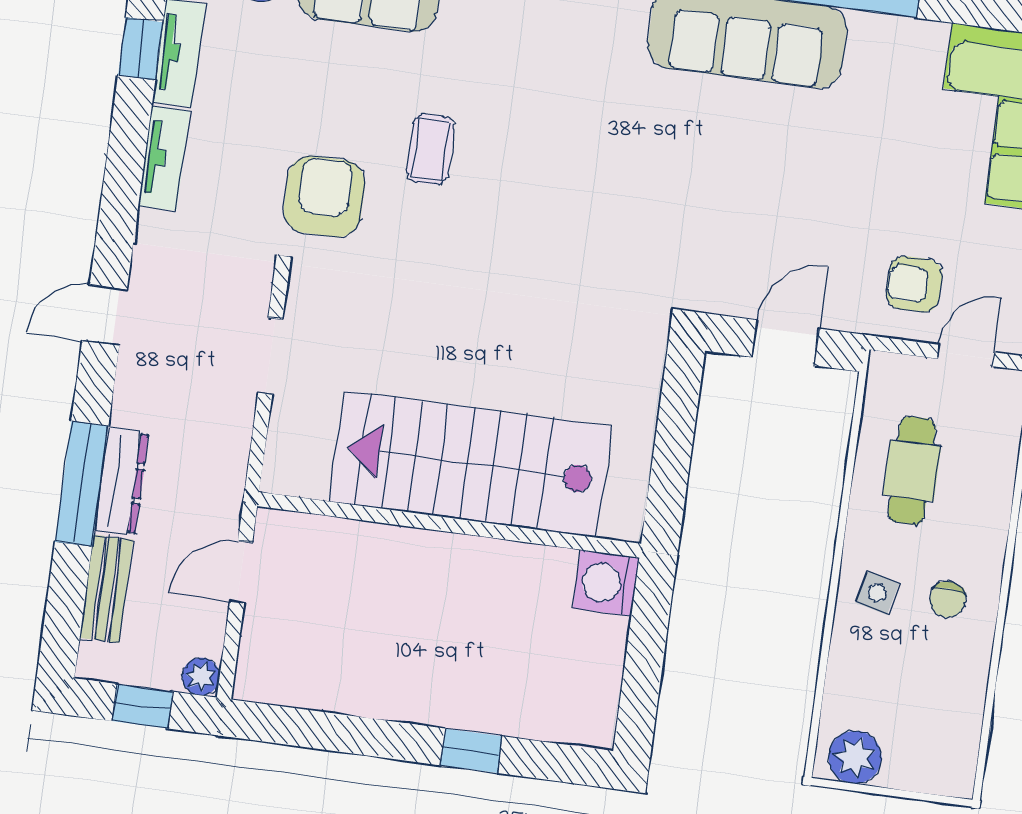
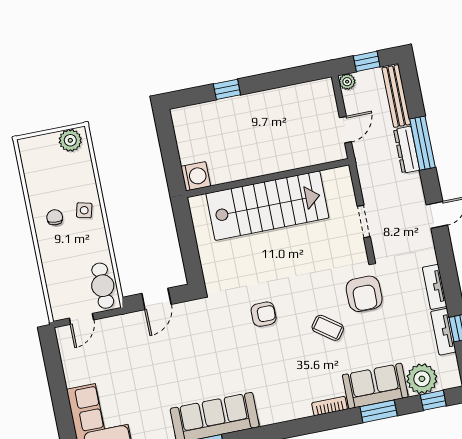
coffee table: (430, 149) -> (328, 328), turned -54
armchair: (914, 284) -> (264, 314), moved
cafe table: (912, 471) -> (103, 286), moved
bench: (106, 589) -> (396, 96), width x1.36

